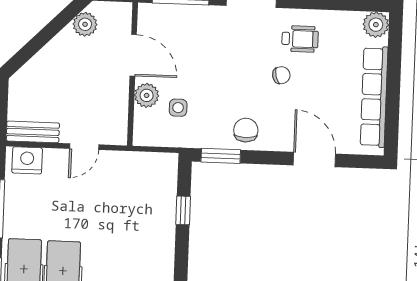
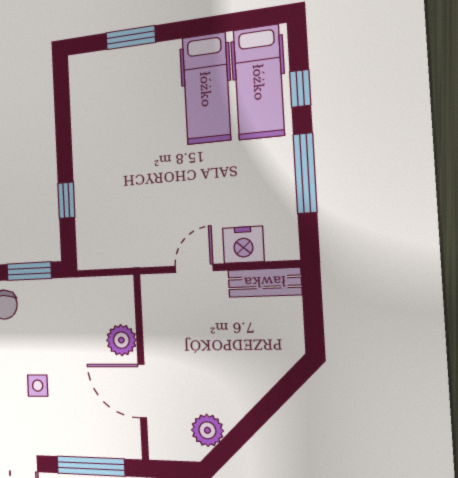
side table: (178, 108) -> (38, 386), moved
nightstand: (27, 160) -> (243, 245), moved

